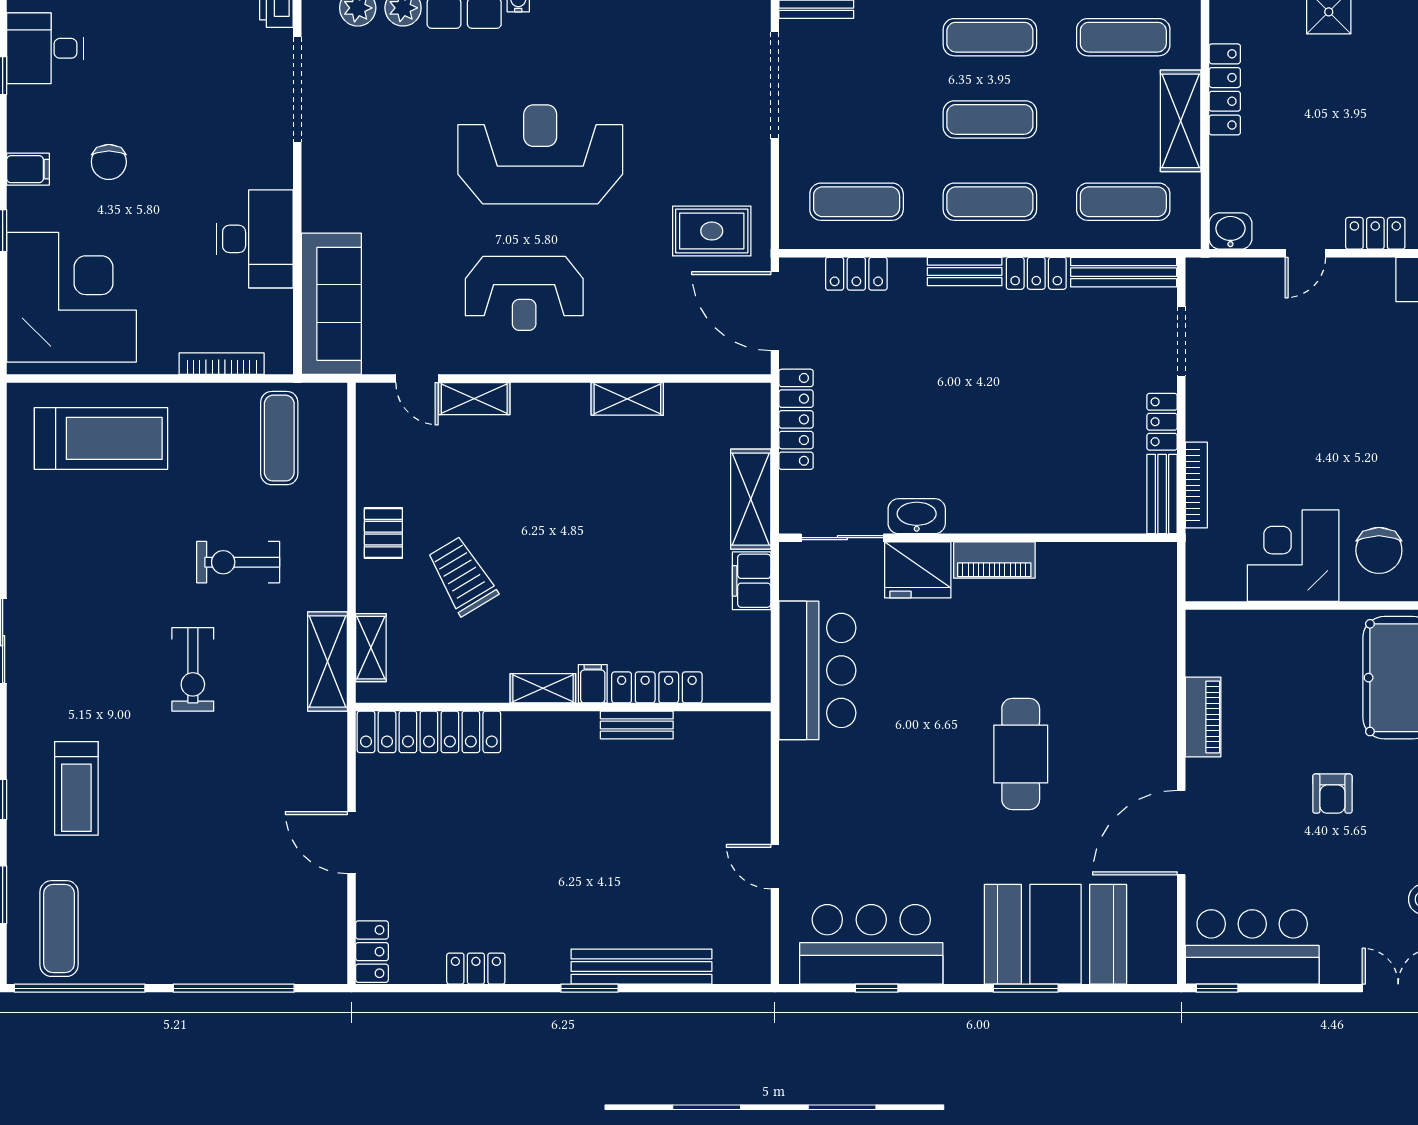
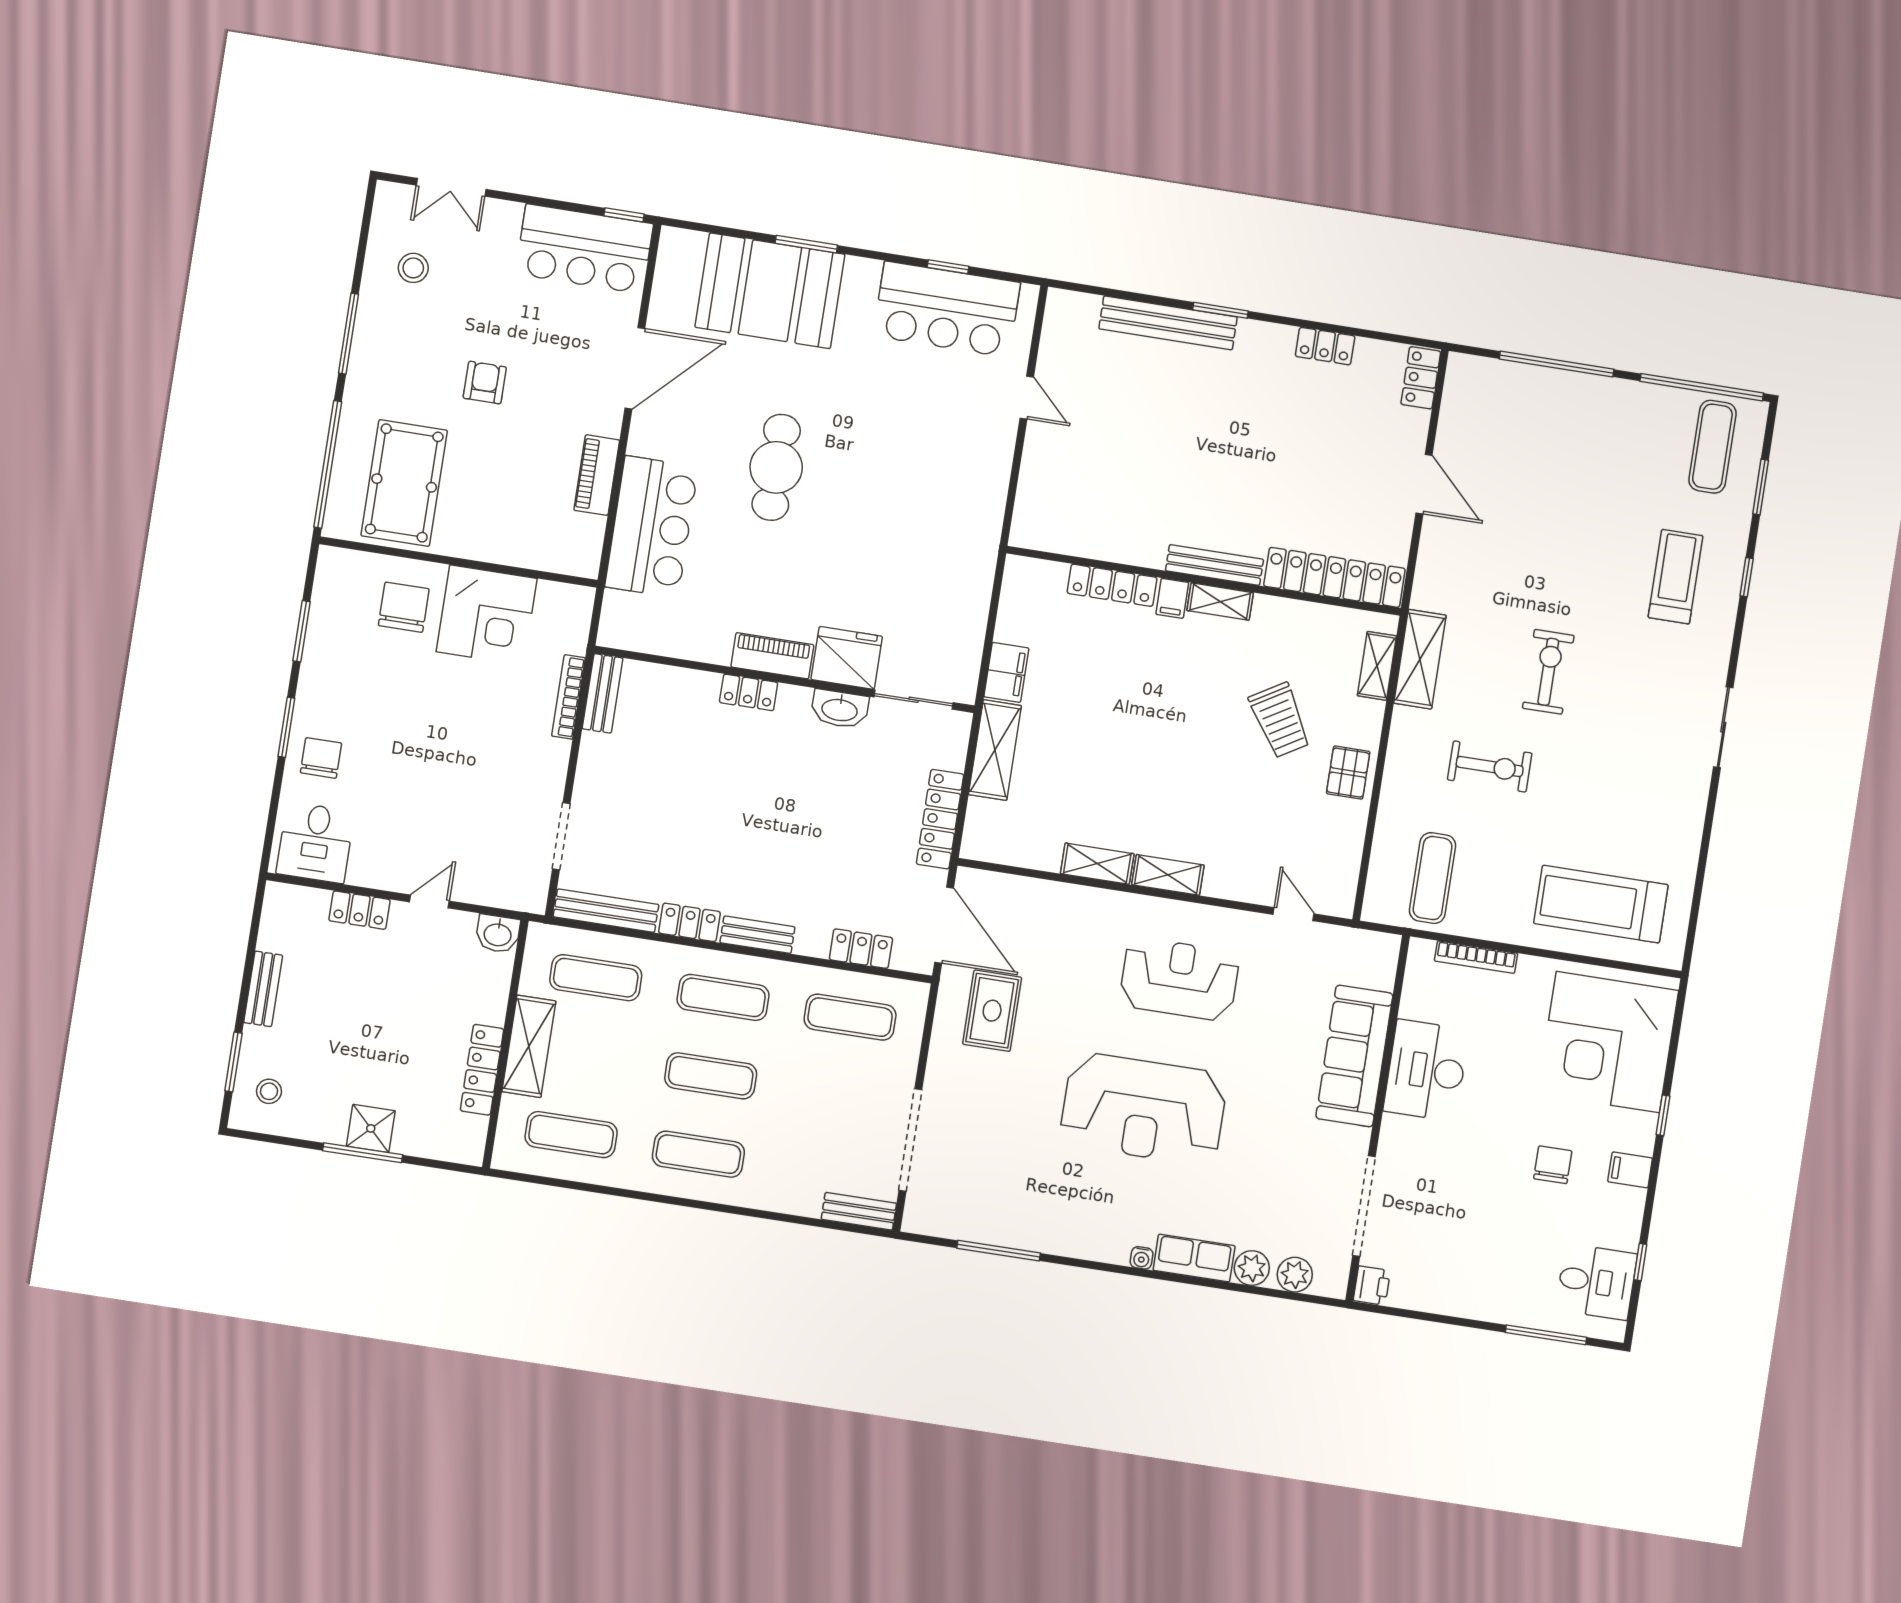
rug: (712, 231) -> (992, 1011), turned 90
sofa: (331, 304) -> (1354, 1056), moved
shelving: (474, 399) -> (1168, 875), moved
locker: (1162, 422) -> (749, 692), moved, turned 90
bar counter: (817, 670) -> (652, 527), moved, turned 180
bench: (637, 725) -> (1215, 565), moved, width x1.36

